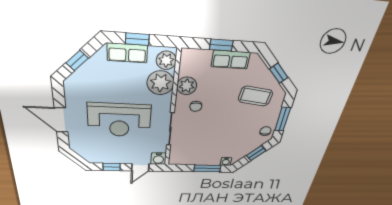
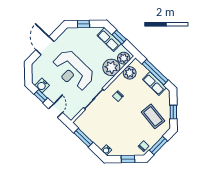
window: (221, 45) -> (155, 72), width x2.17
plant: (187, 86) -> (130, 73), moved
water cooler: (158, 159) -> (42, 85), moved
door: (140, 167) -> (56, 111), swing flipped
window: (207, 168) -> (83, 138), moved

